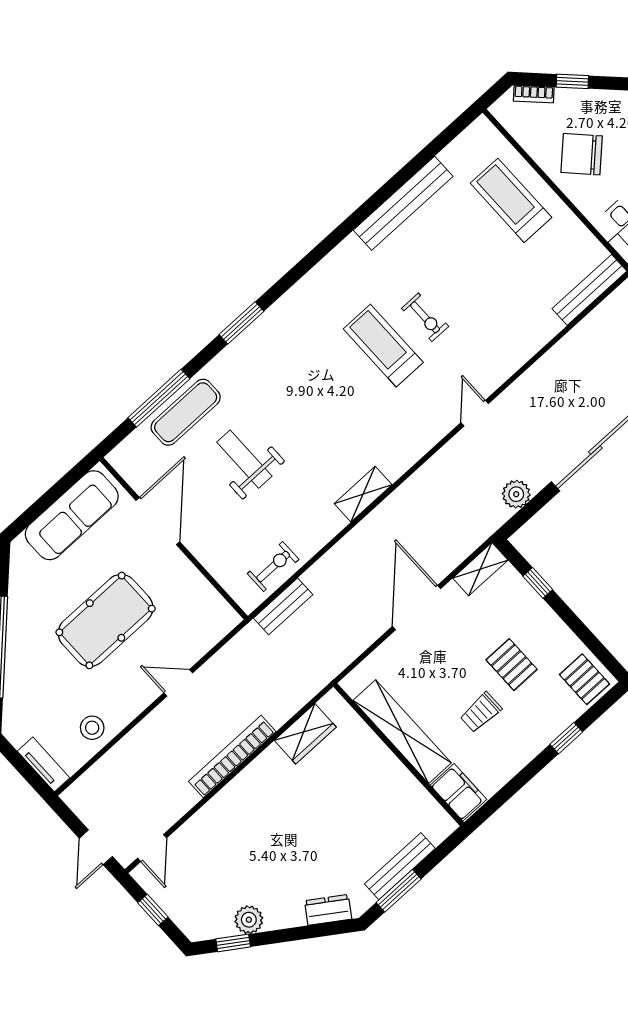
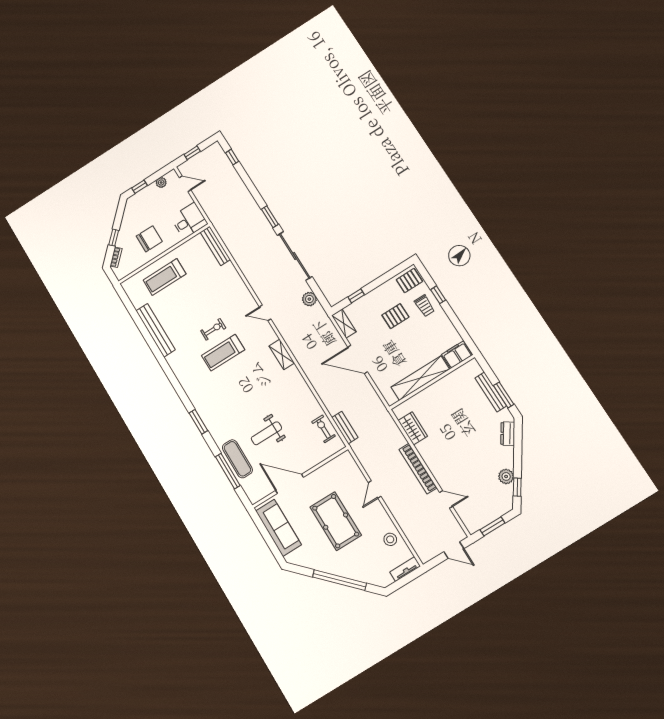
chair: (582, 154) -> (149, 239), turned -136
shelving: (363, 494) -> (282, 354), moved
trolley: (481, 712) -> (425, 306), moved
door: (152, 848) -> (446, 499), moved
window: (153, 910) -> (492, 526), width x1.50

